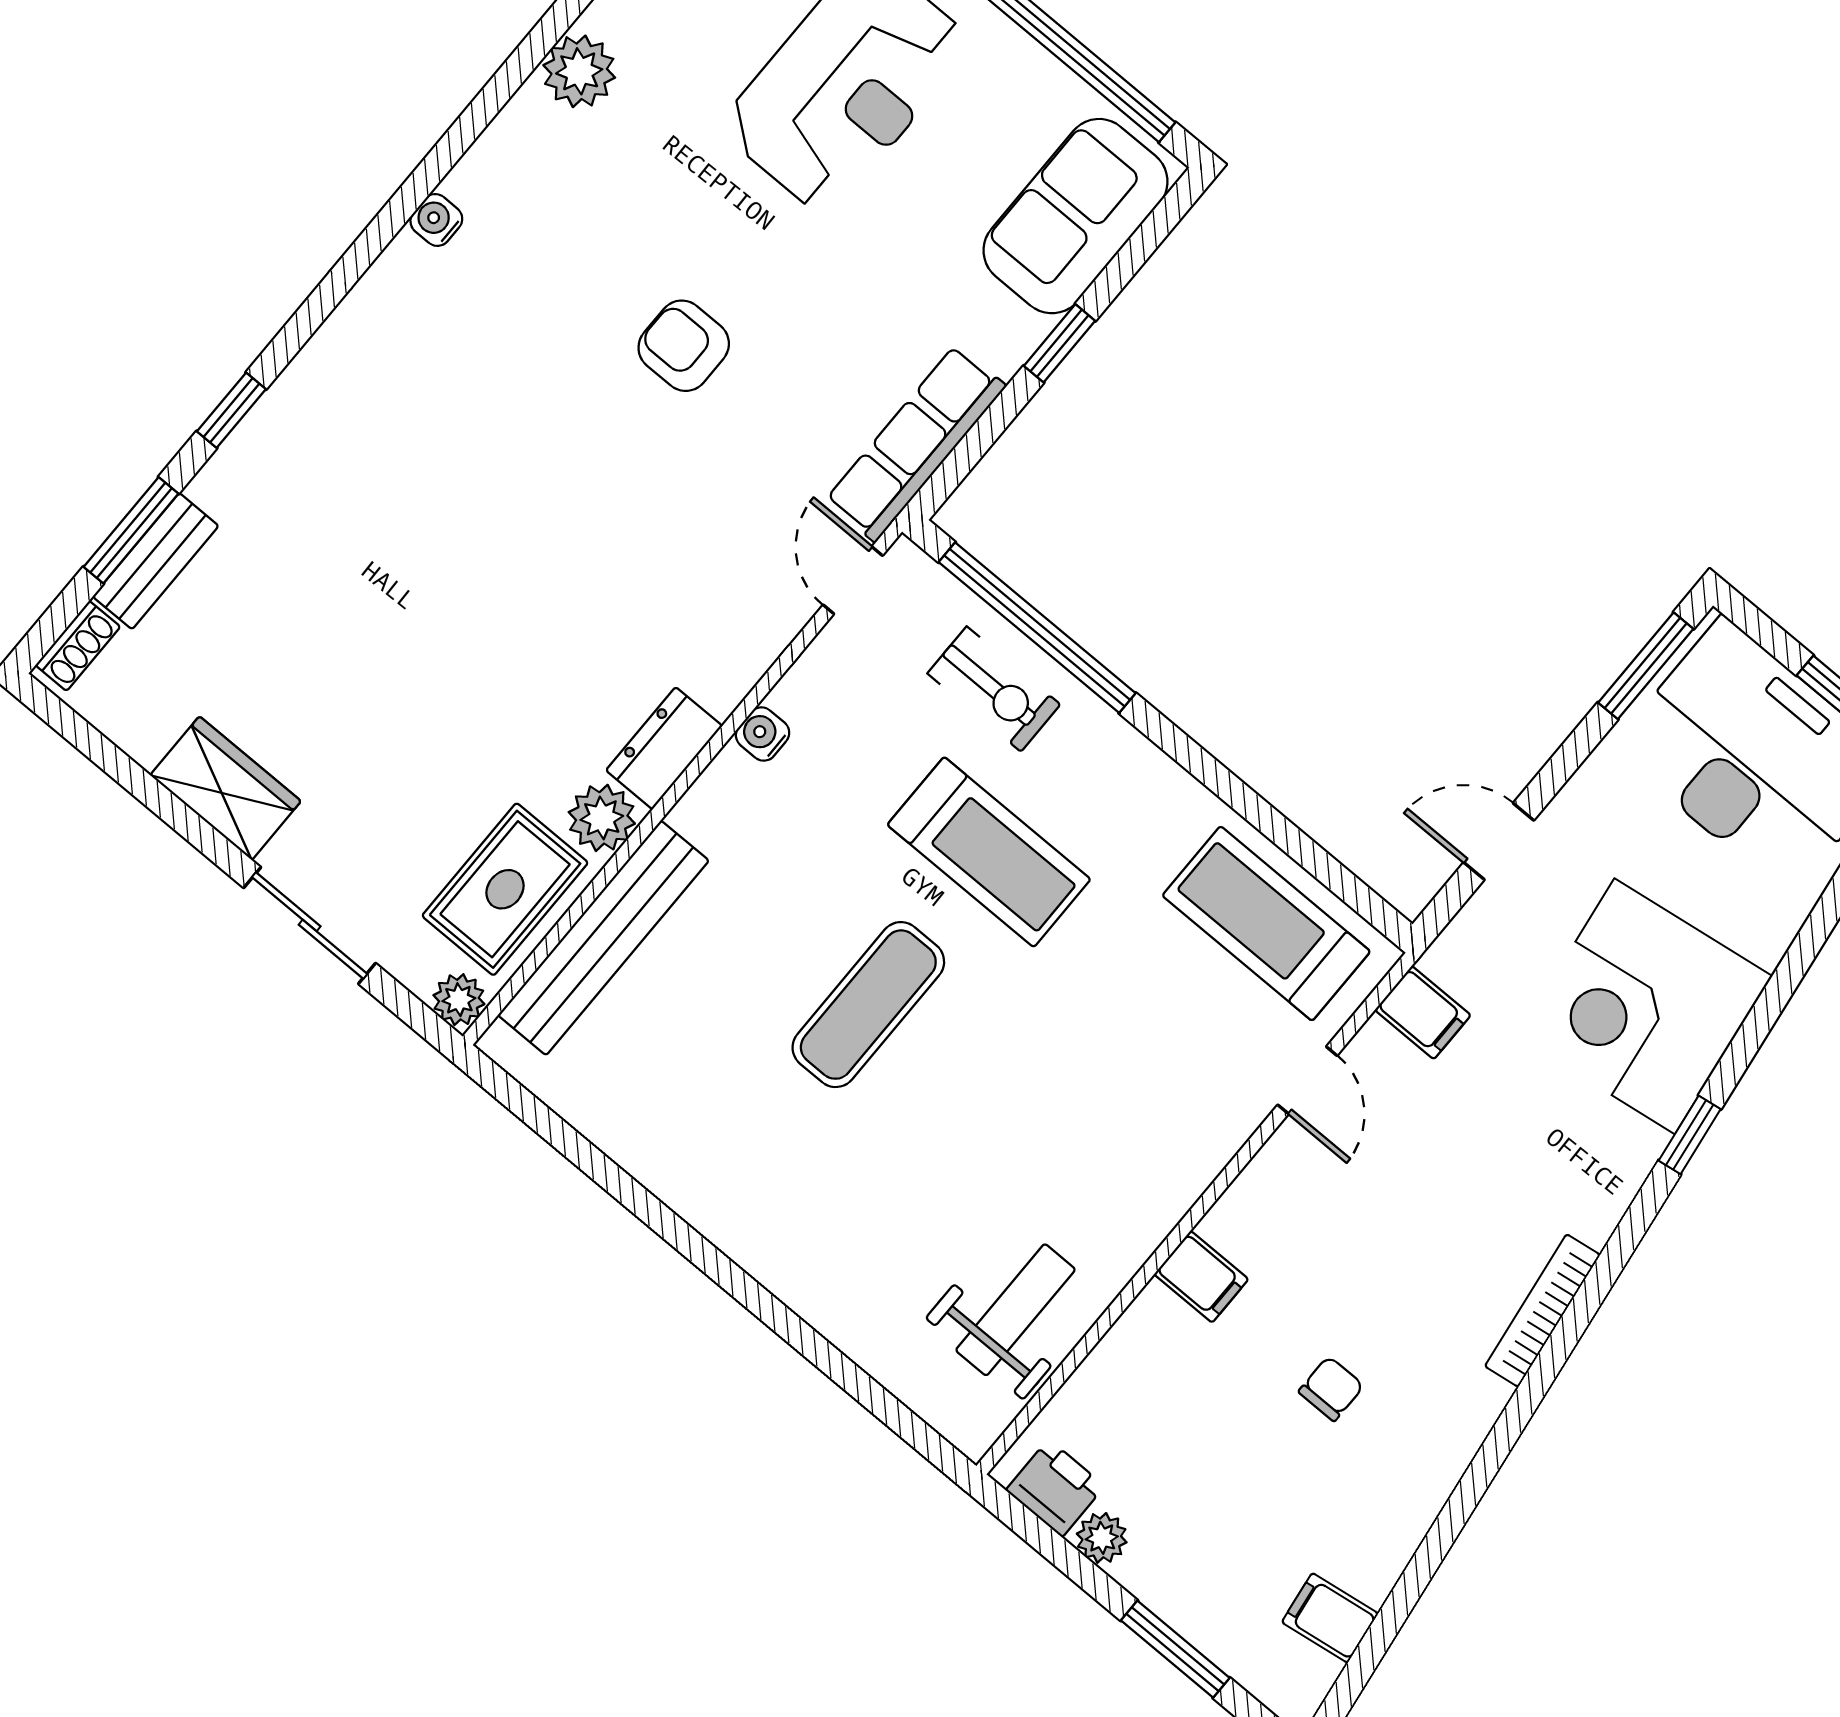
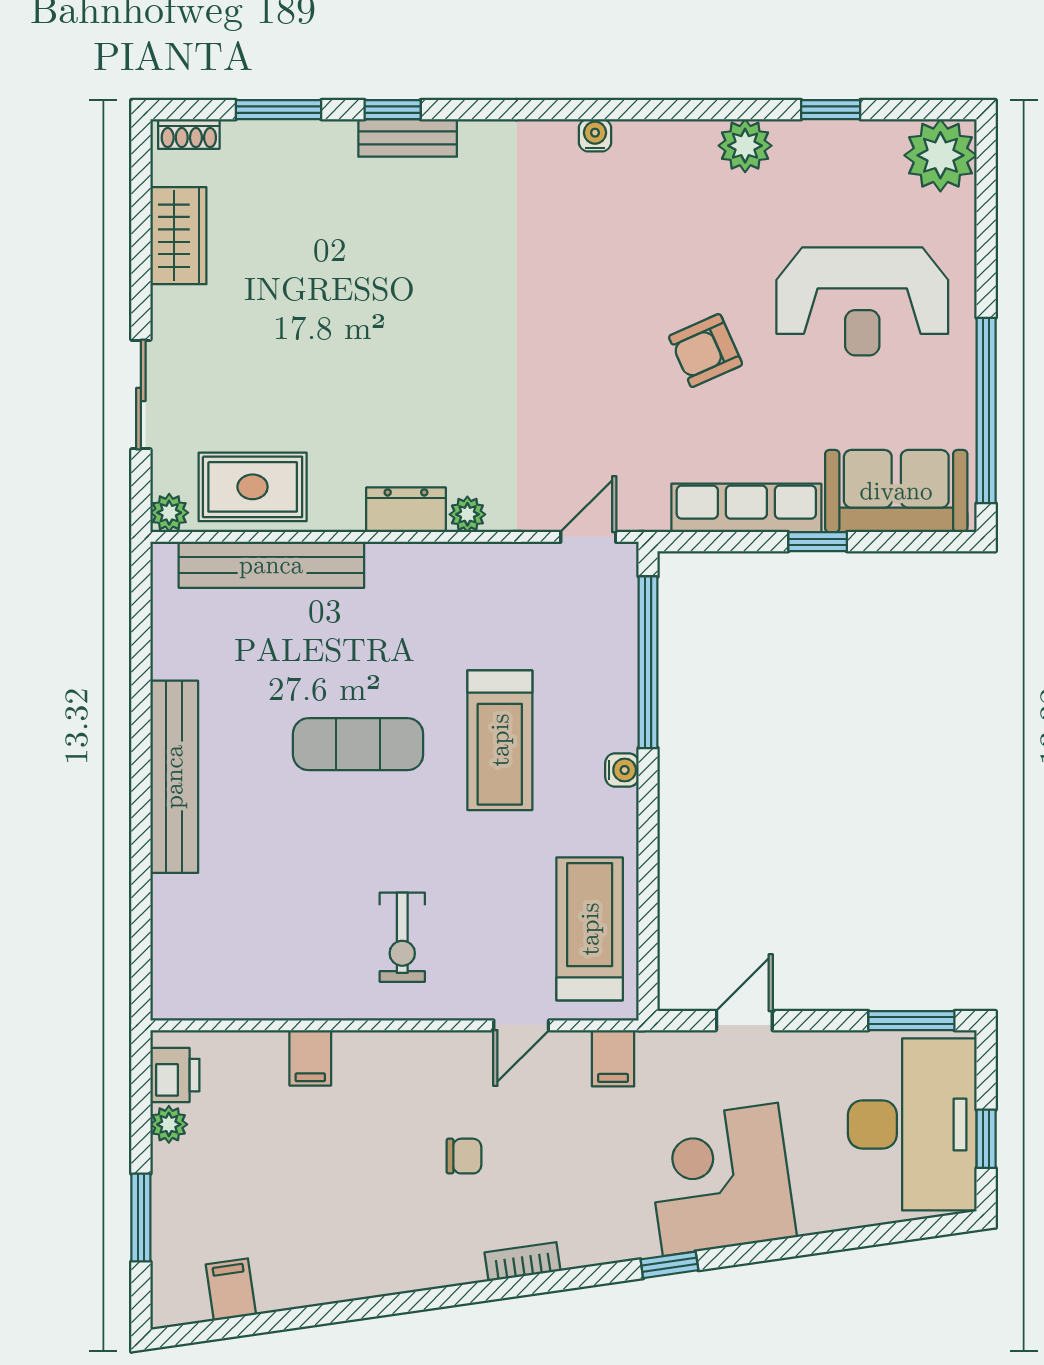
armchair: (684, 346) -> (706, 351), moved, turned -114
row of seats: (916, 443) -> (746, 508), moved
bench: (156, 561) -> (408, 138), moved
exercise bike: (994, 689) -> (402, 937), moved
water cooler: (763, 734) -> (622, 770), moved, turned 90
wardrobe: (226, 788) -> (178, 236), moved
plant: (602, 818) -> (467, 514), moved, width x0.73, depth x0.73
door: (1499, 841) -> (744, 1021), hinge flipped
bench: (741, 1227) -> (174, 777), added
filing cabinet: (1201, 1277) -> (310, 1058), moved
weight bench: (1015, 1310) -> (256, 969), removed
bookcase: (1542, 1311) -> (523, 1262), width x0.64
chair: (1331, 1389) -> (464, 1156), moved

